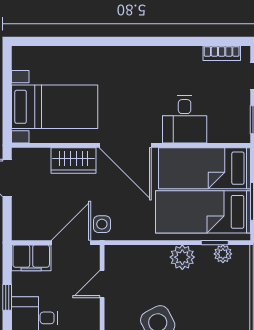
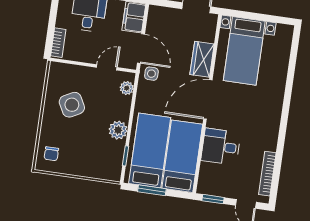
bookcase: (222, 53) -> (267, 174), width x1.56
plant: (223, 254) -> (127, 88), moved
door: (102, 284) -> (107, 67), hinge flipped

